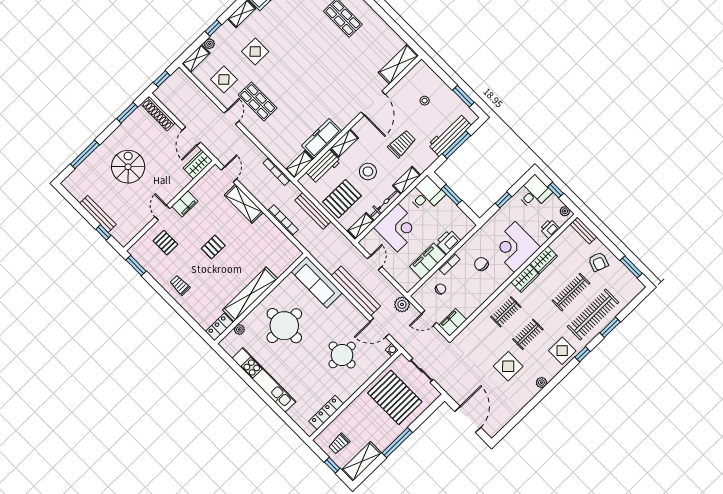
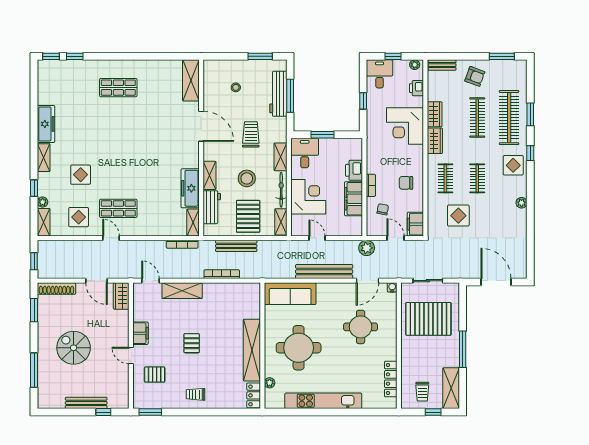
chair: (481, 264) -> (406, 183), moved
door: (429, 318) -> (396, 238), swing flipped
display table: (508, 366) -> (458, 216), moved

